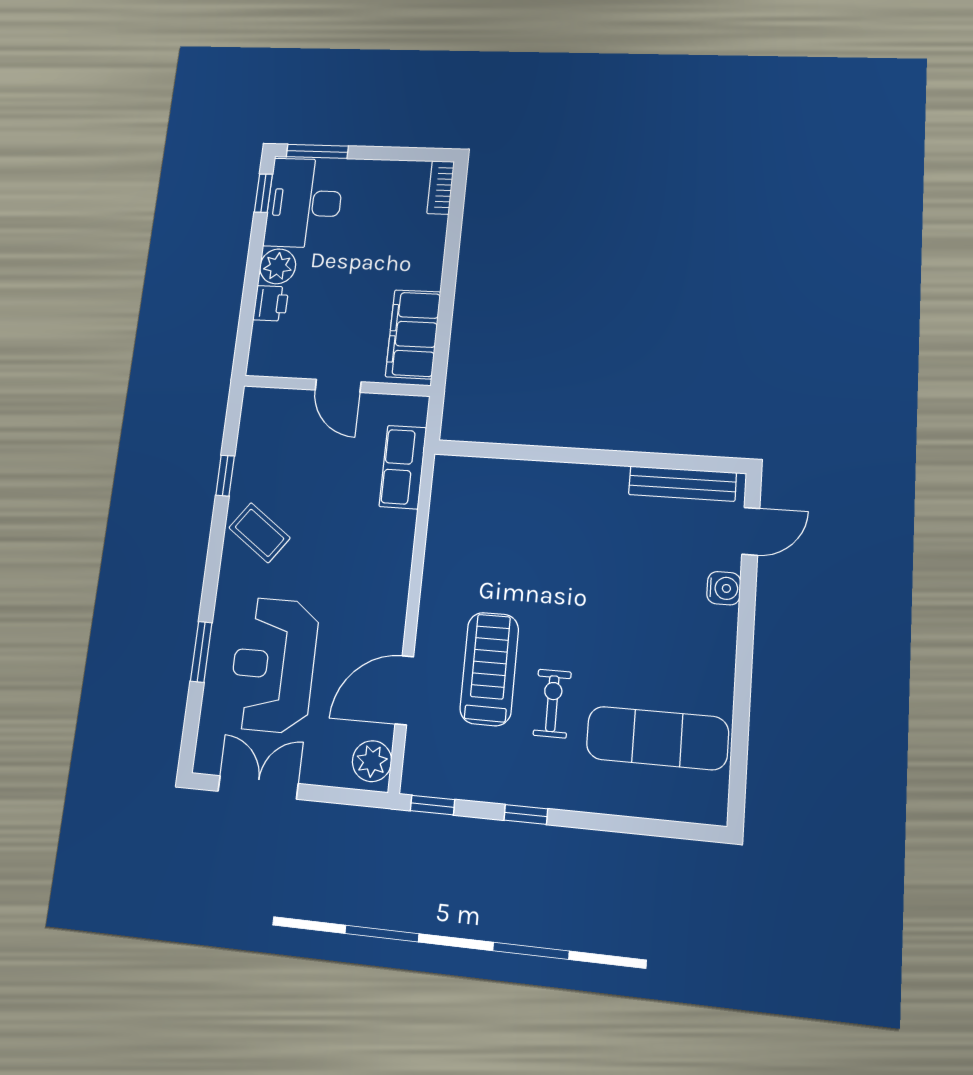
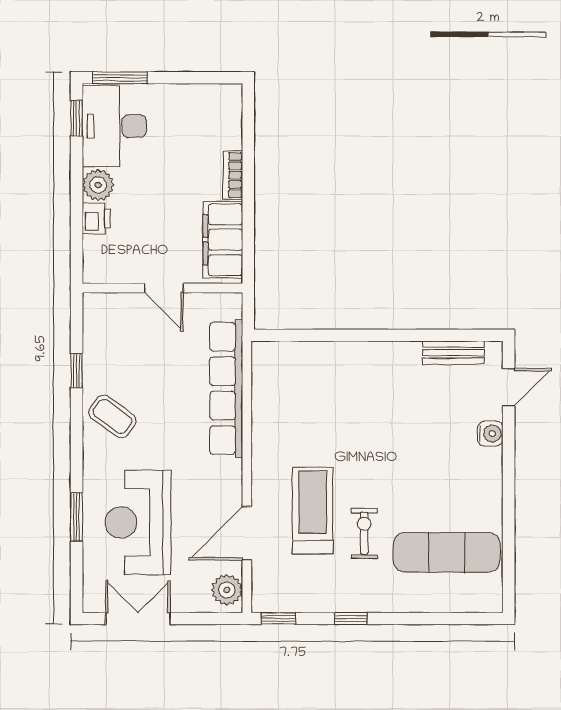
bookcase: (441, 187) -> (233, 175), moved
row of seats: (403, 467) -> (226, 388), width x2.02
bench: (682, 484) -> (453, 353), width x0.73

